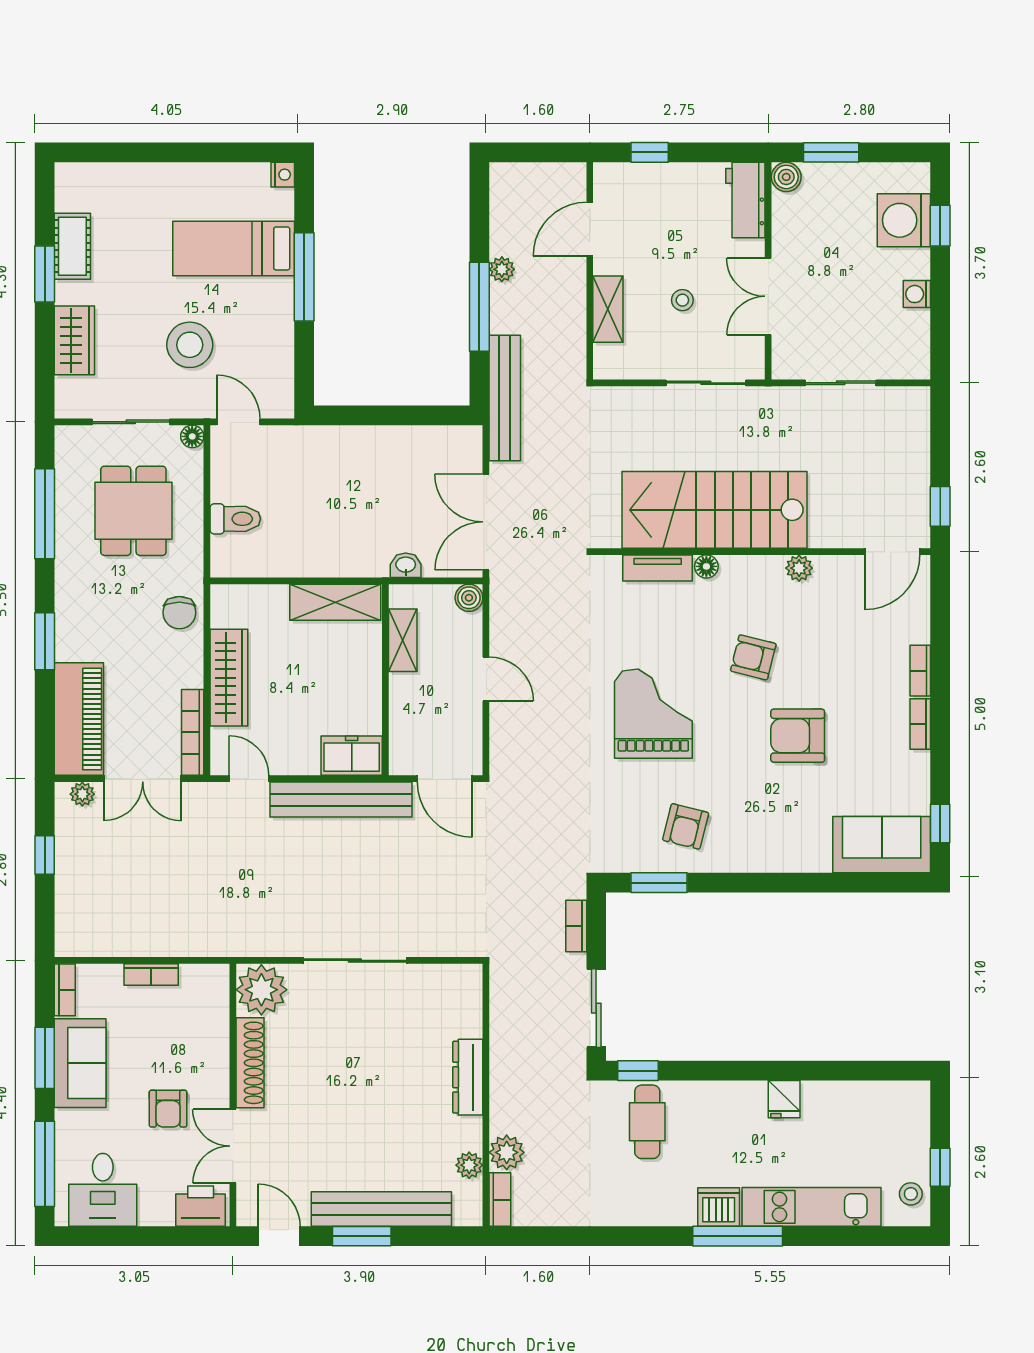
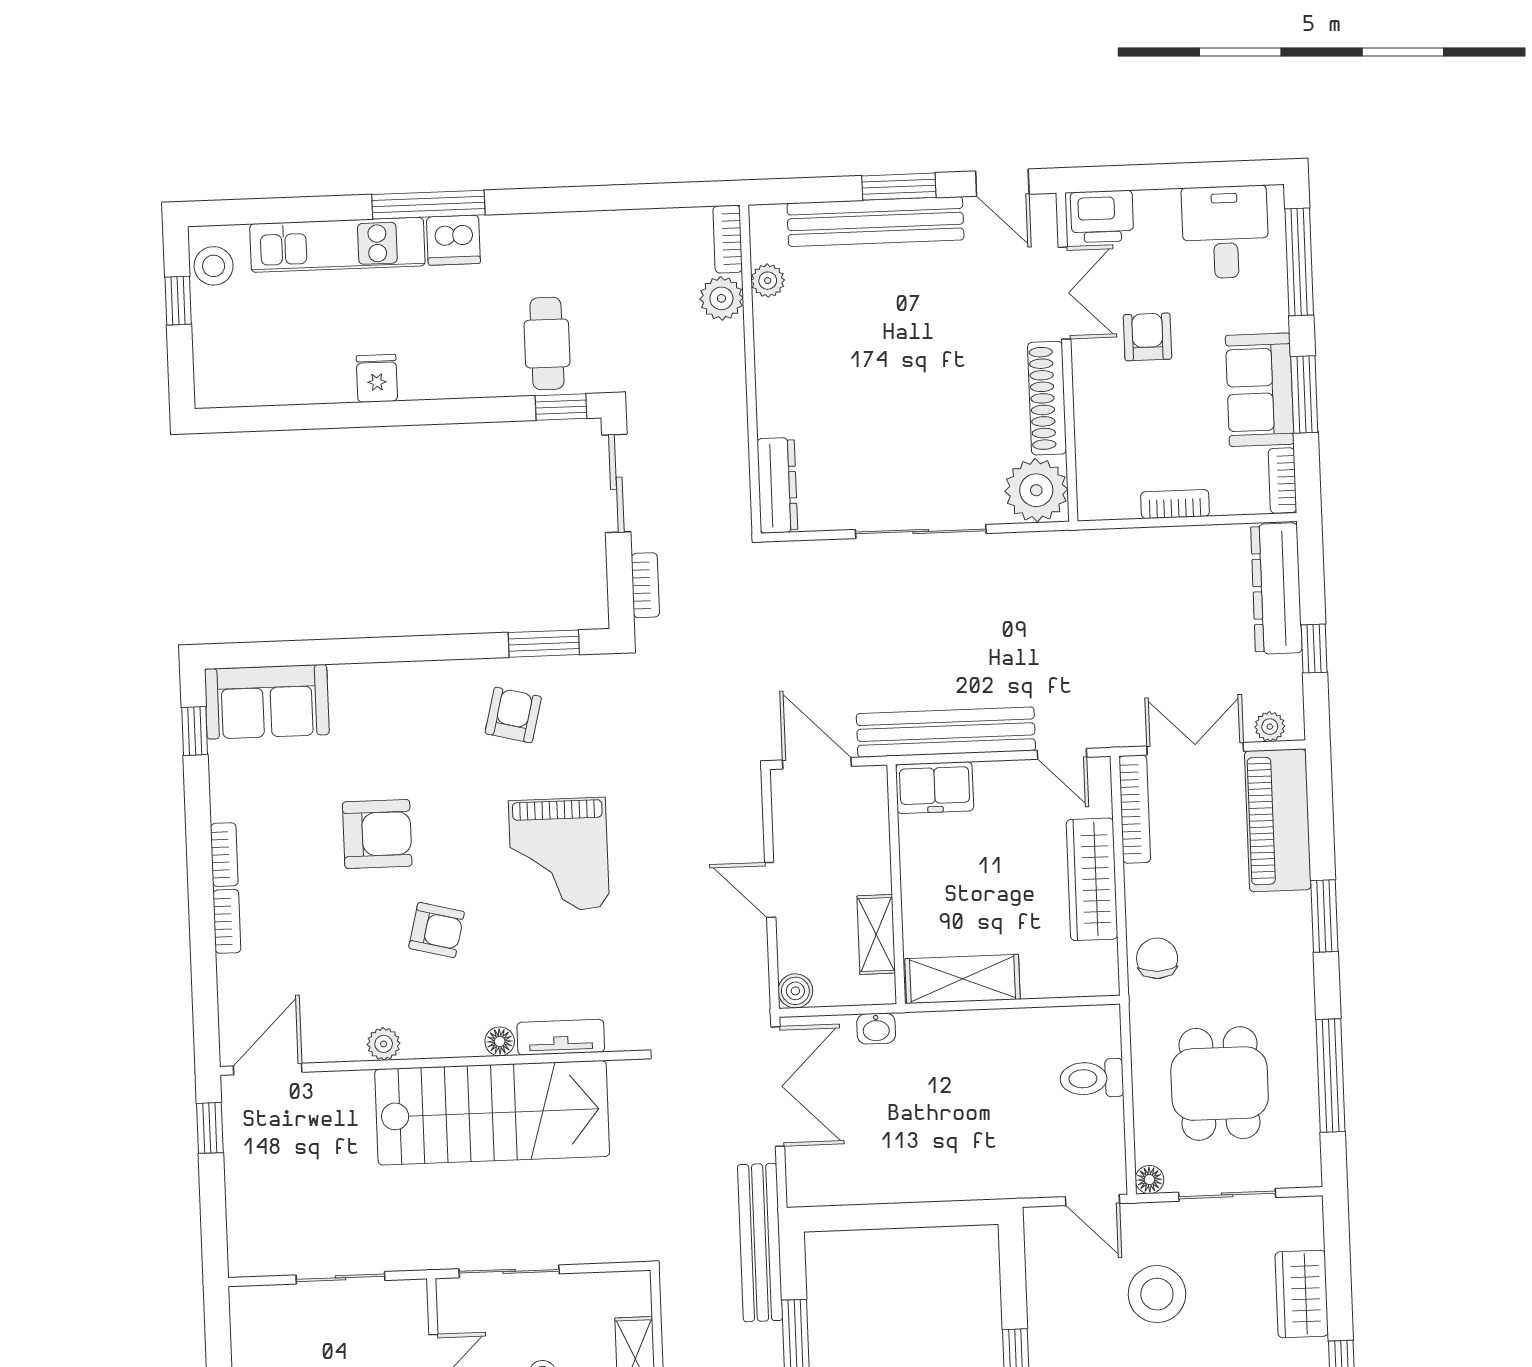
dresser: (73, 904) -> (1276, 589), added
dresser: (468, 1077) -> (777, 485), moved
stool: (911, 1194) -> (214, 266), width x1.37, depth x1.37

